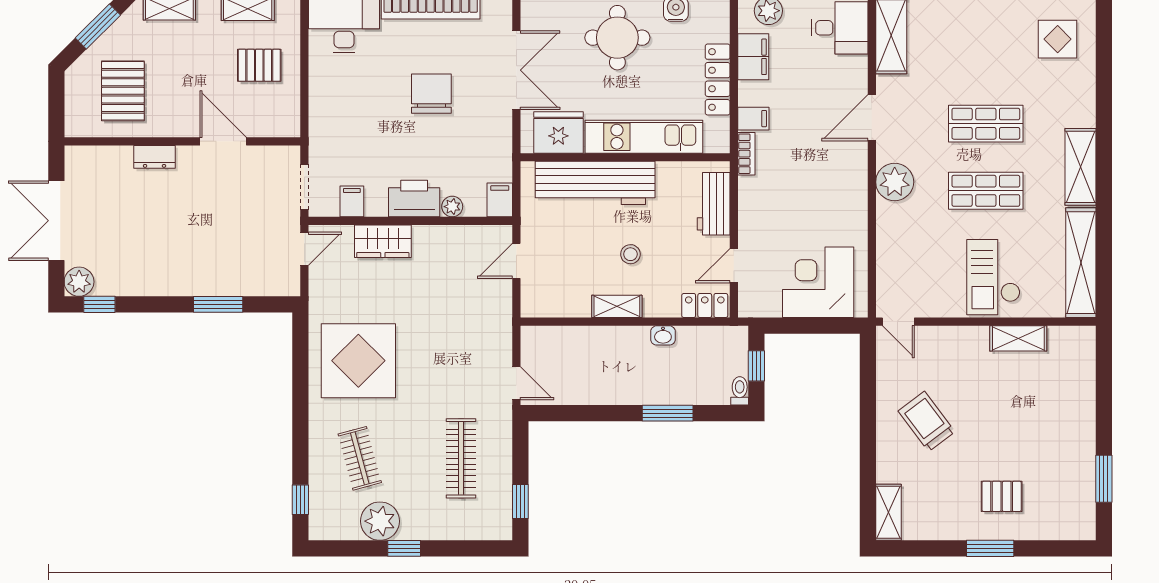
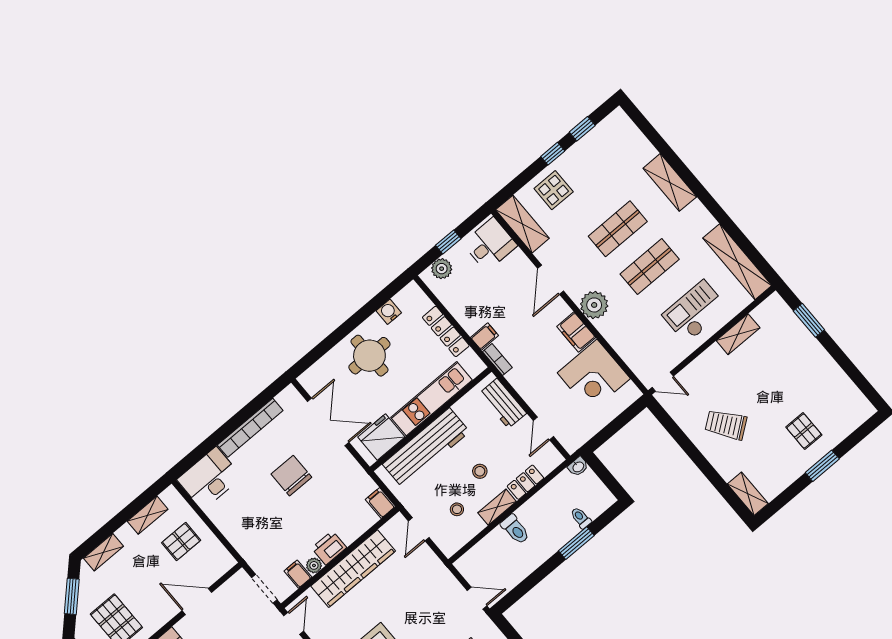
display table: (1058, 39) -> (554, 190), moved
filing cabinet: (753, 57) -> (576, 332), moved, turned 180
shelving: (1080, 167) -> (670, 182), moved
printer: (414, 199) -> (329, 548), width x0.73, depth x0.84
plant: (452, 207) -> (314, 565), moved
wardrobe: (383, 241) -> (353, 569), width x2.10, depth x1.17
stool: (573, 274) -> (457, 509), added
checkout: (993, 277) -> (695, 312), turned 90
corner desk: (818, 282) -> (594, 376), moved, turned -90
locker: (705, 305) -> (525, 482), moved
washbasin: (663, 335) -> (578, 467), moved
toilet: (616, 345) -> (515, 529), added
window: (756, 366) -> (604, 474), removed
toilet: (740, 391) -> (581, 518), moved
window: (1104, 479) -> (809, 320), moved
pallet: (1002, 496) -> (804, 431), turned 90

